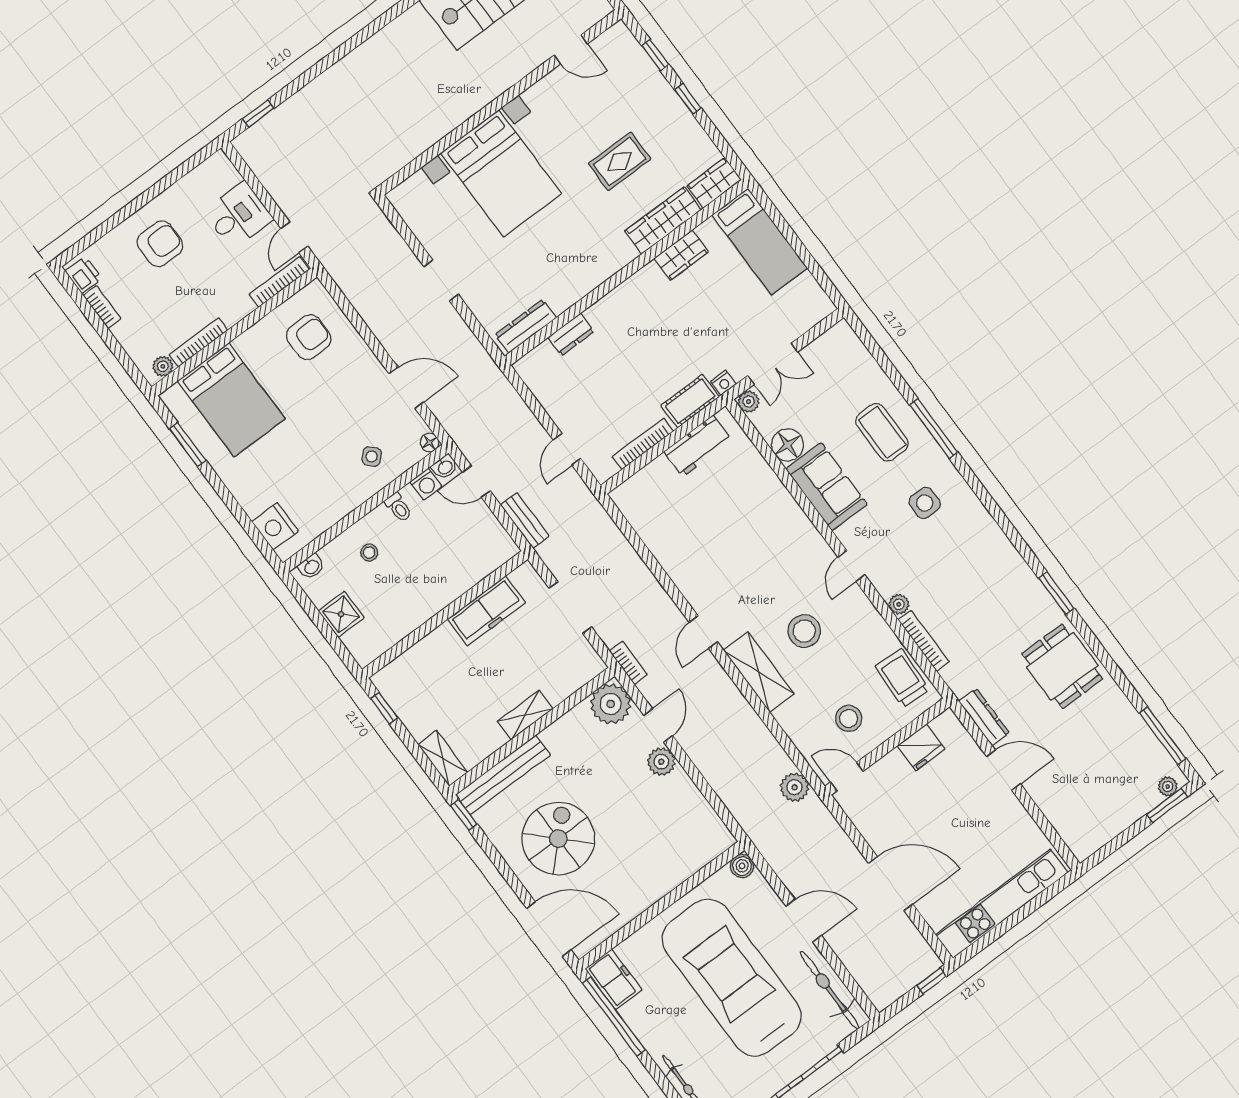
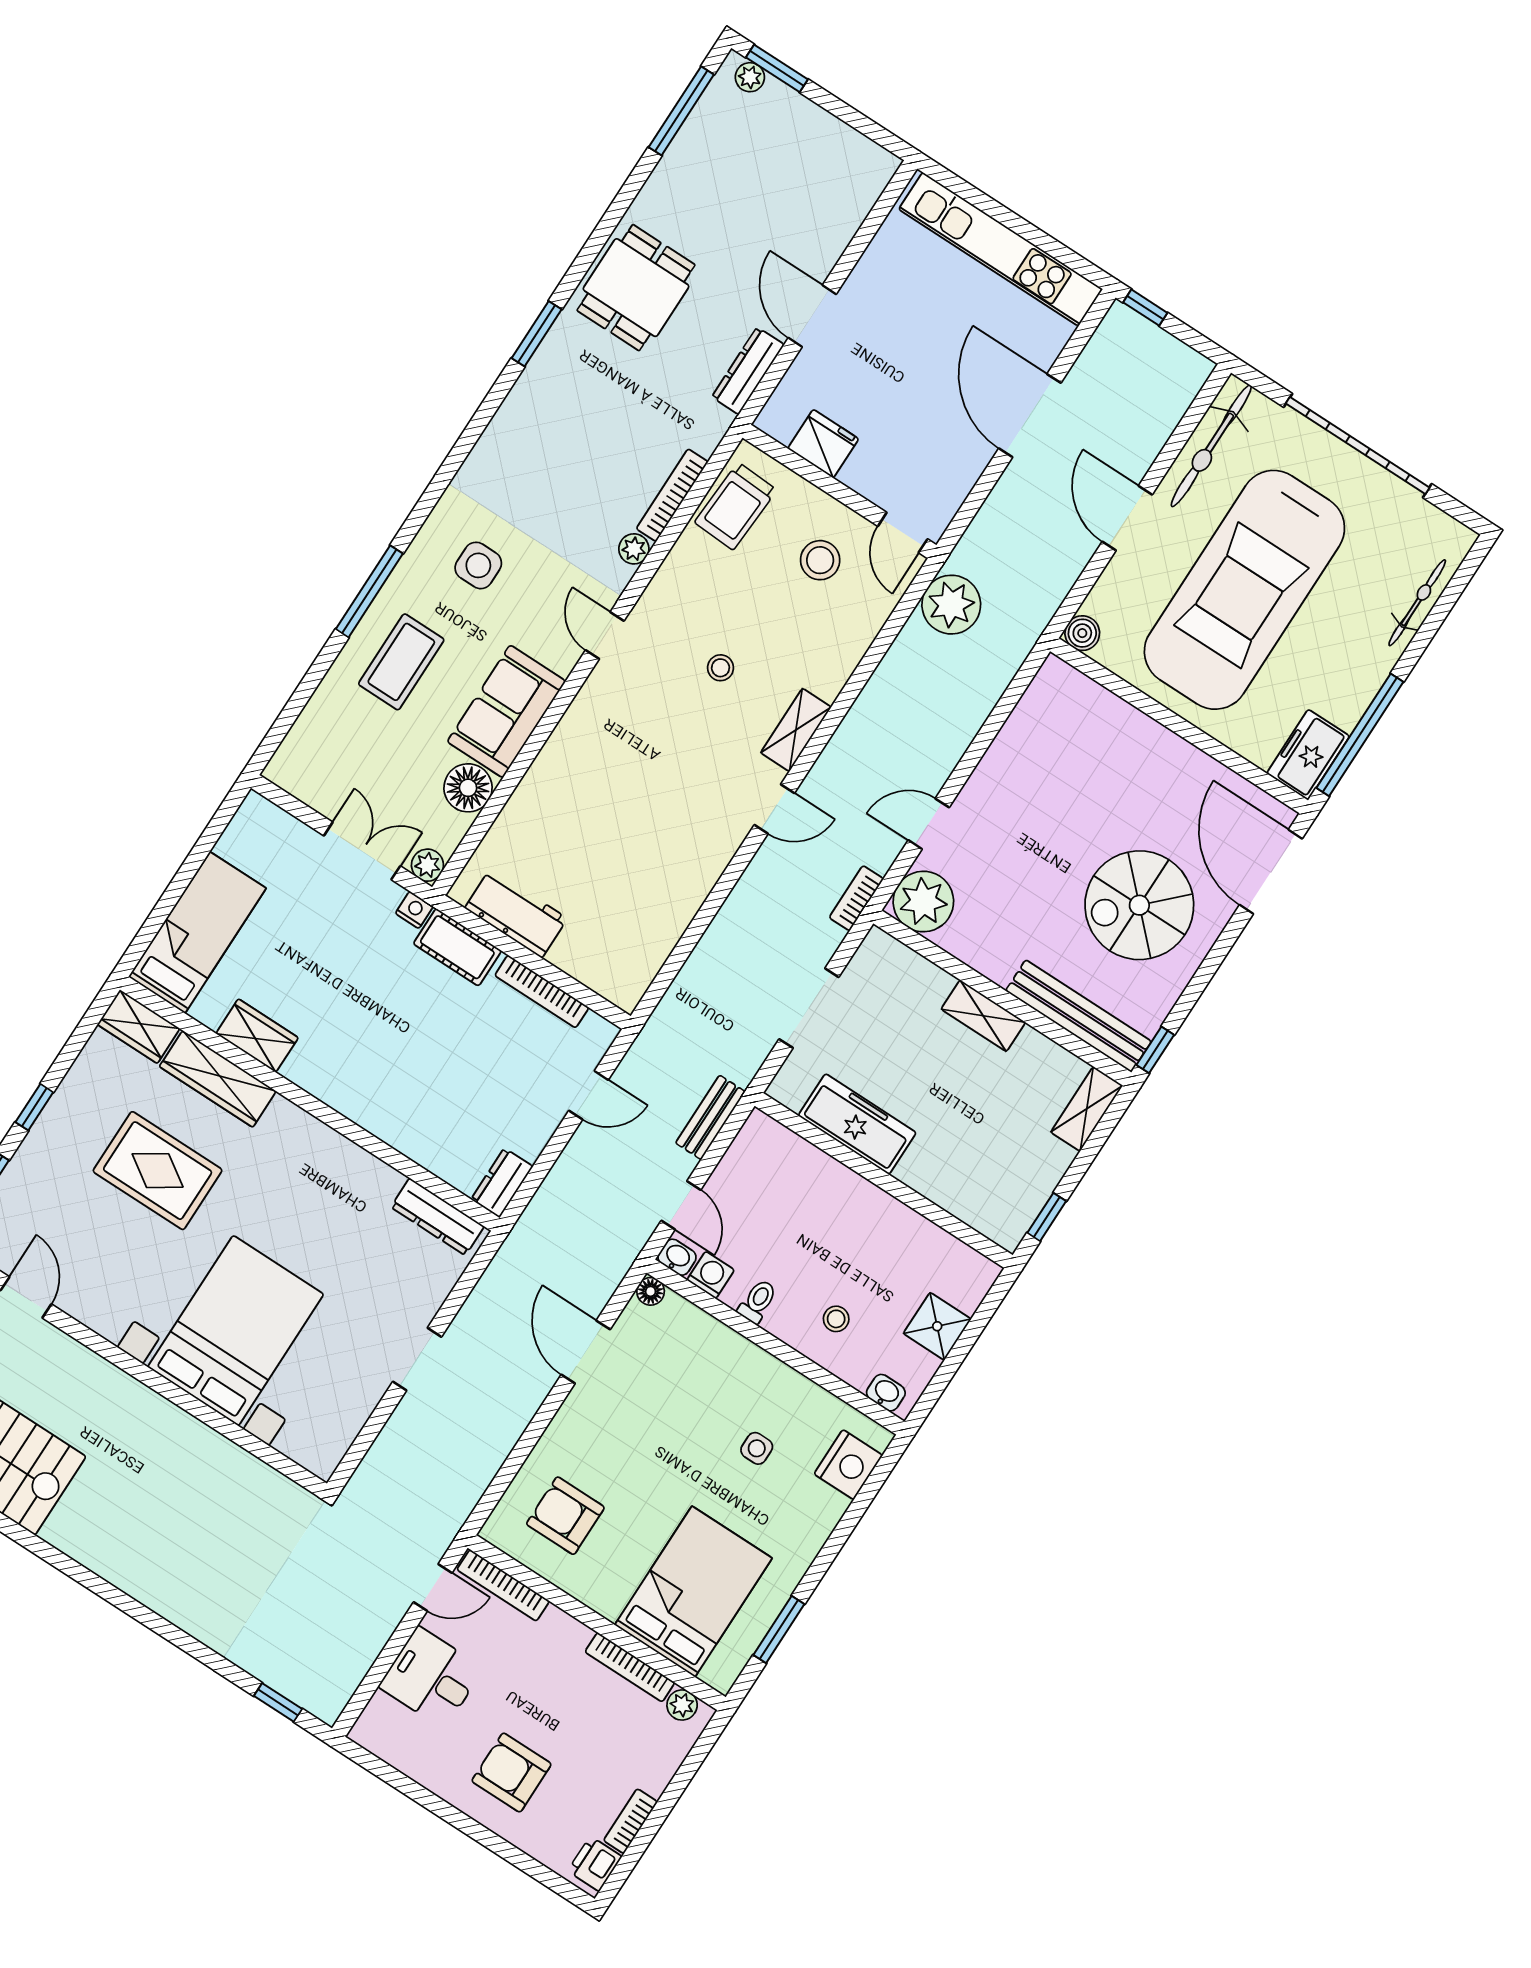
rug: (620, 161) -> (158, 1171), width x1.36, depth x1.43
dresser: (571, 334) -> (502, 1183), moved, turned -90
side table: (372, 456) -> (757, 1448), moved, turned 45
door: (851, 566) -> (605, 635), swing flipped
stool: (804, 631) -> (720, 668), width x0.53, depth x0.53
shelving: (759, 672) -> (796, 730), width x0.67, depth x0.75
plant: (661, 762) -> (978, 800), removed
plant: (795, 787) -> (951, 605), width x1.36, depth x1.36

